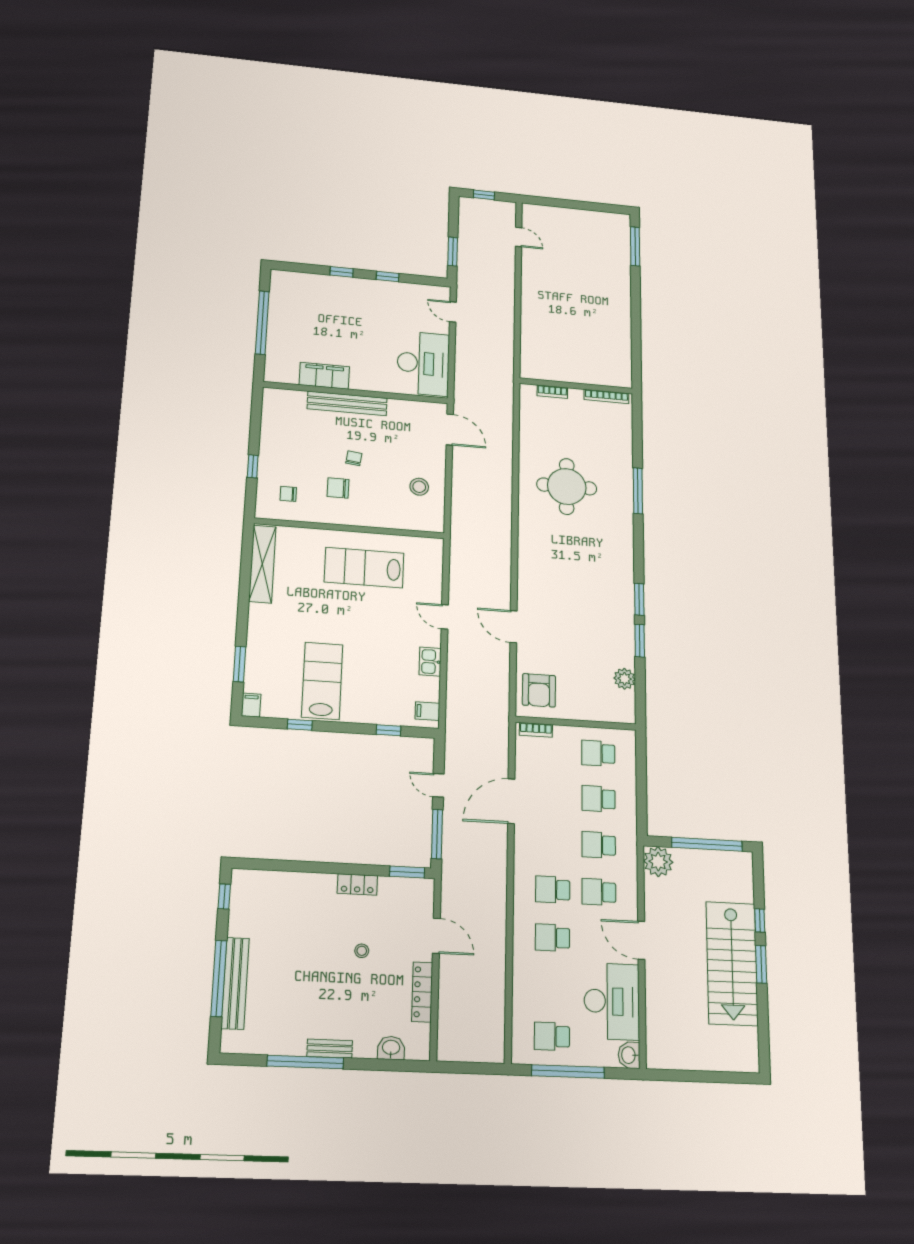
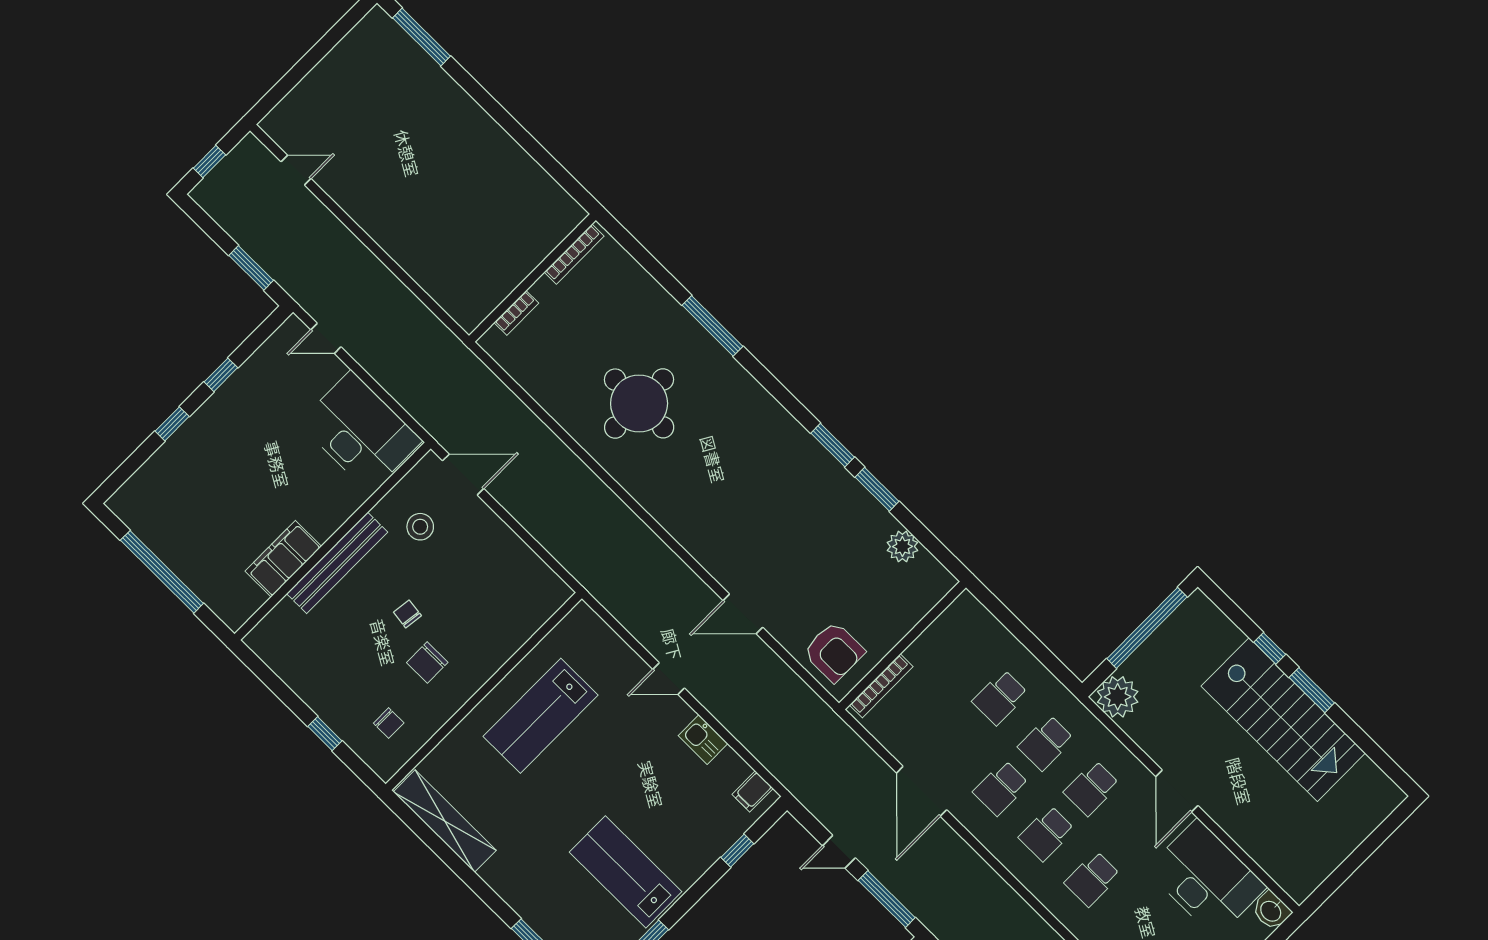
stool: (419, 487) -> (420, 527), moved
chair: (288, 494) -> (389, 723), turned -90
bookcase: (536, 730) -> (881, 686), width x1.56
school desk: (598, 753) -> (1001, 788), moved
door: (641, 940) -> (1177, 791), hinge flipped

